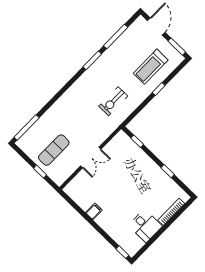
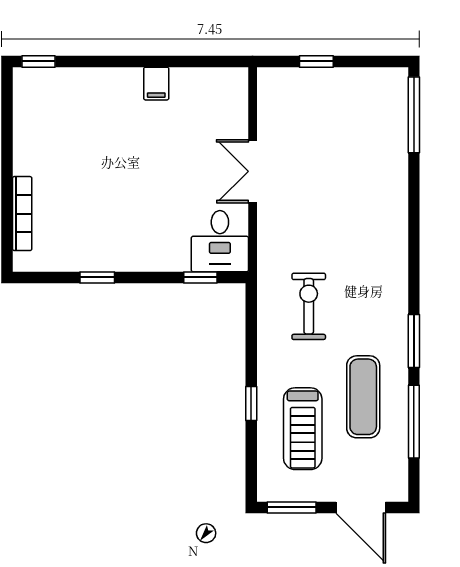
treadmill: (151, 67) -> (303, 429), turned 180
exercise mat: (54, 150) -> (363, 397), moved
desk: (145, 226) -> (220, 241), moved, turned -90

